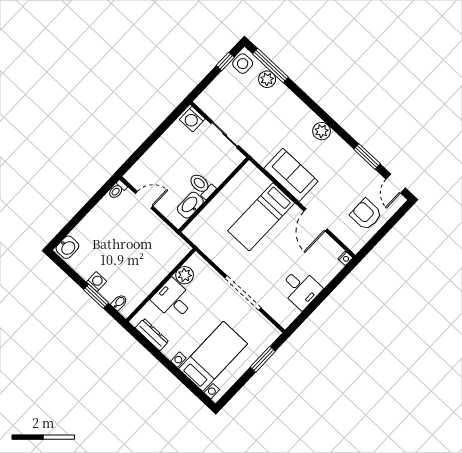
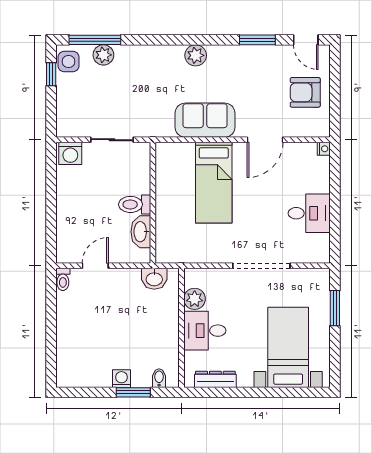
door: (316, 220) -> (265, 140), hinge flipped
washbasin: (67, 247) -> (154, 279), moved, turned 90

